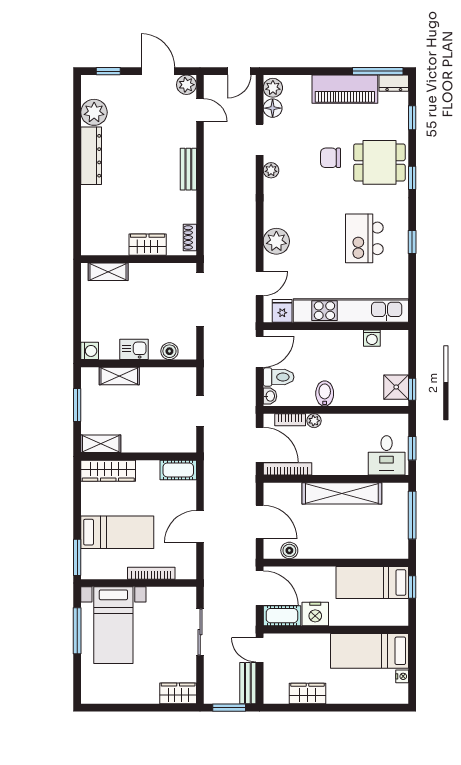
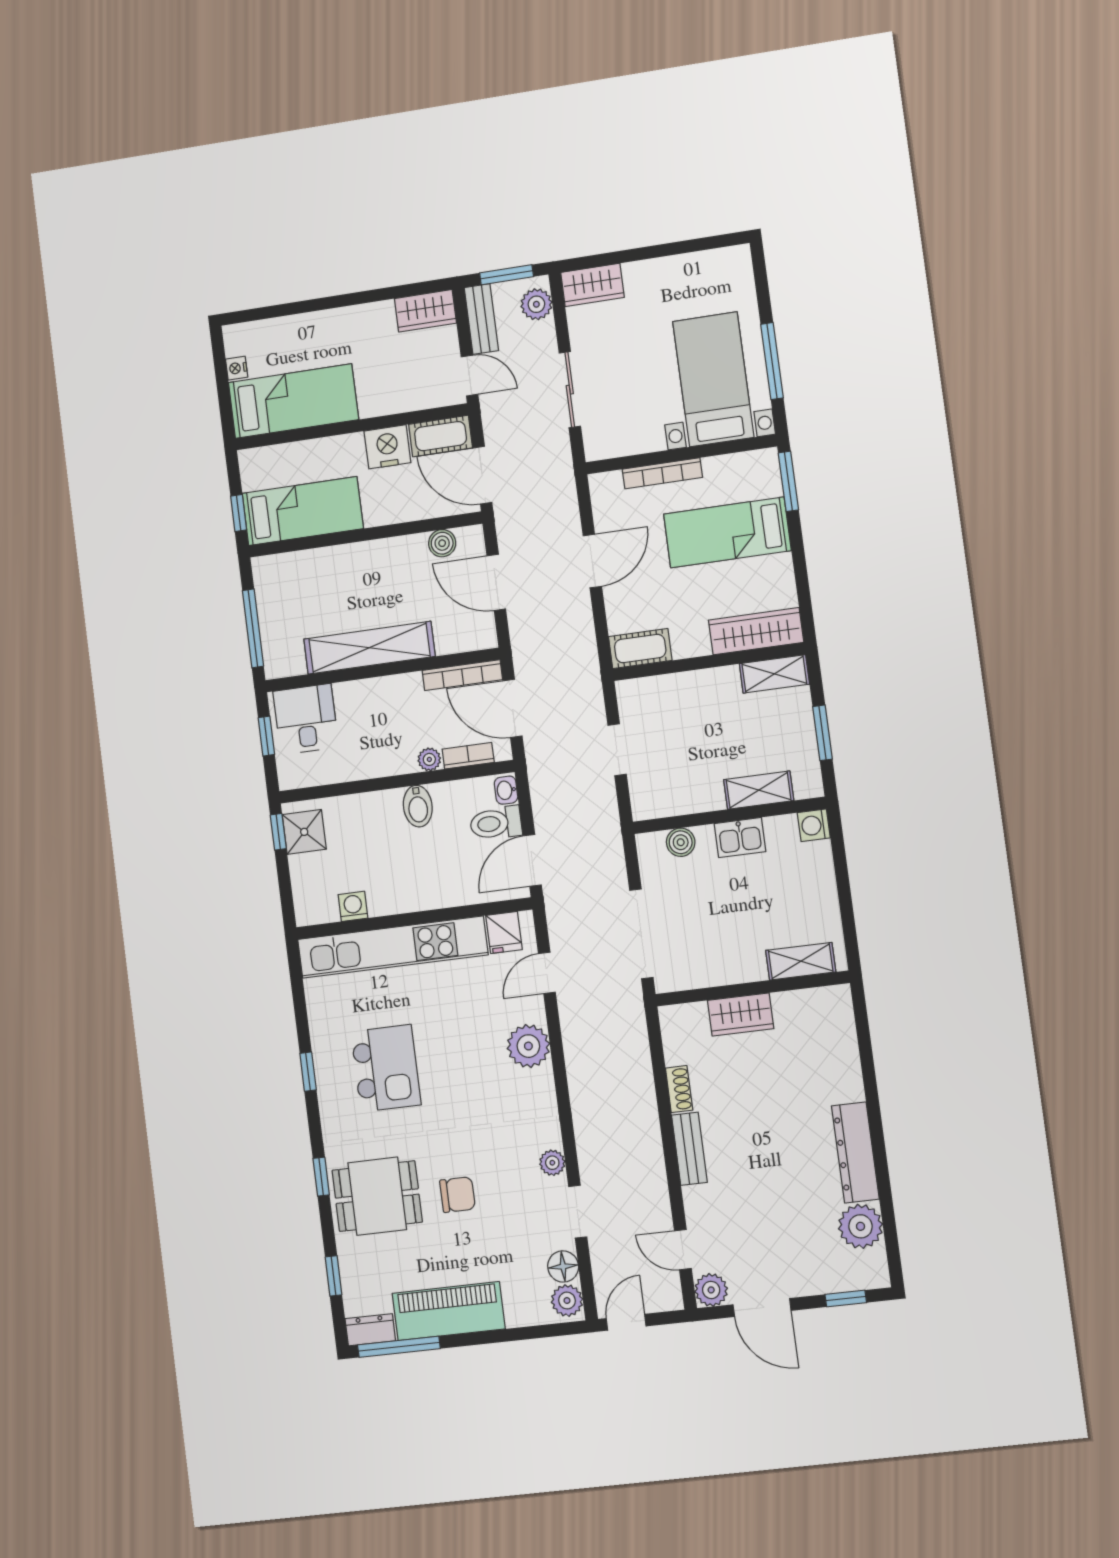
shoe rack: (190, 238) -> (679, 1089), moved
plant: (213, 687) -> (536, 304), added
wardrobe: (308, 694) -> (425, 311), moved

